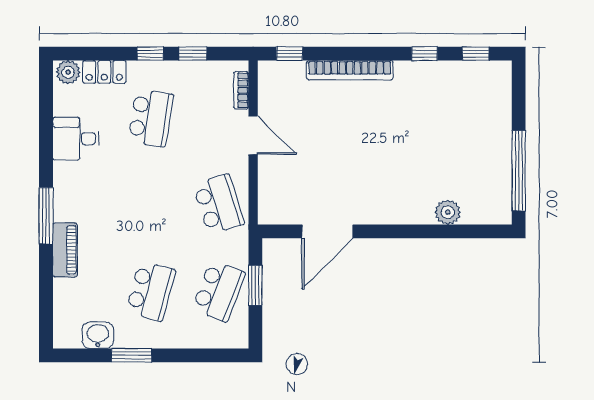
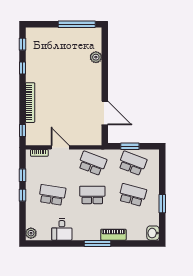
locker: (104, 72) -> (31, 216), removed
door: (253, 135) -> (60, 147), hinge flipped
school desk: (151, 204) -> (92, 195), added
school desk: (219, 204) -> (92, 163), turned 39
washbasin: (98, 335) -> (153, 233), moved

